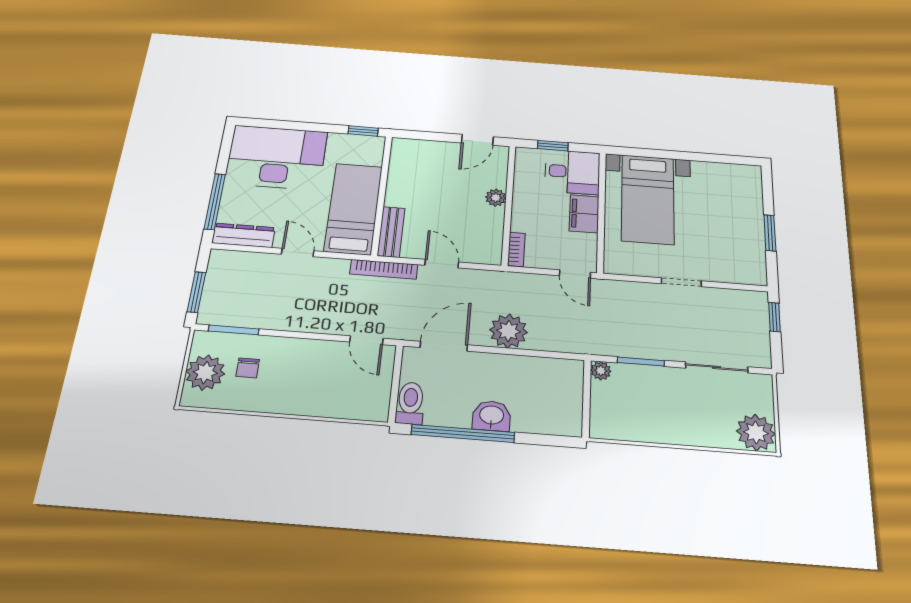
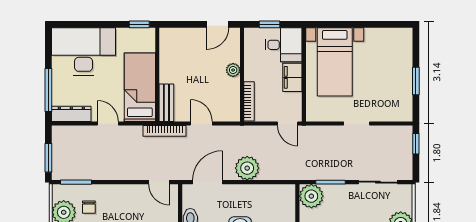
bookcase: (516, 249) -> (249, 101), width x1.56
plant: (601, 371) -> (311, 196), width x1.87, depth x1.87

